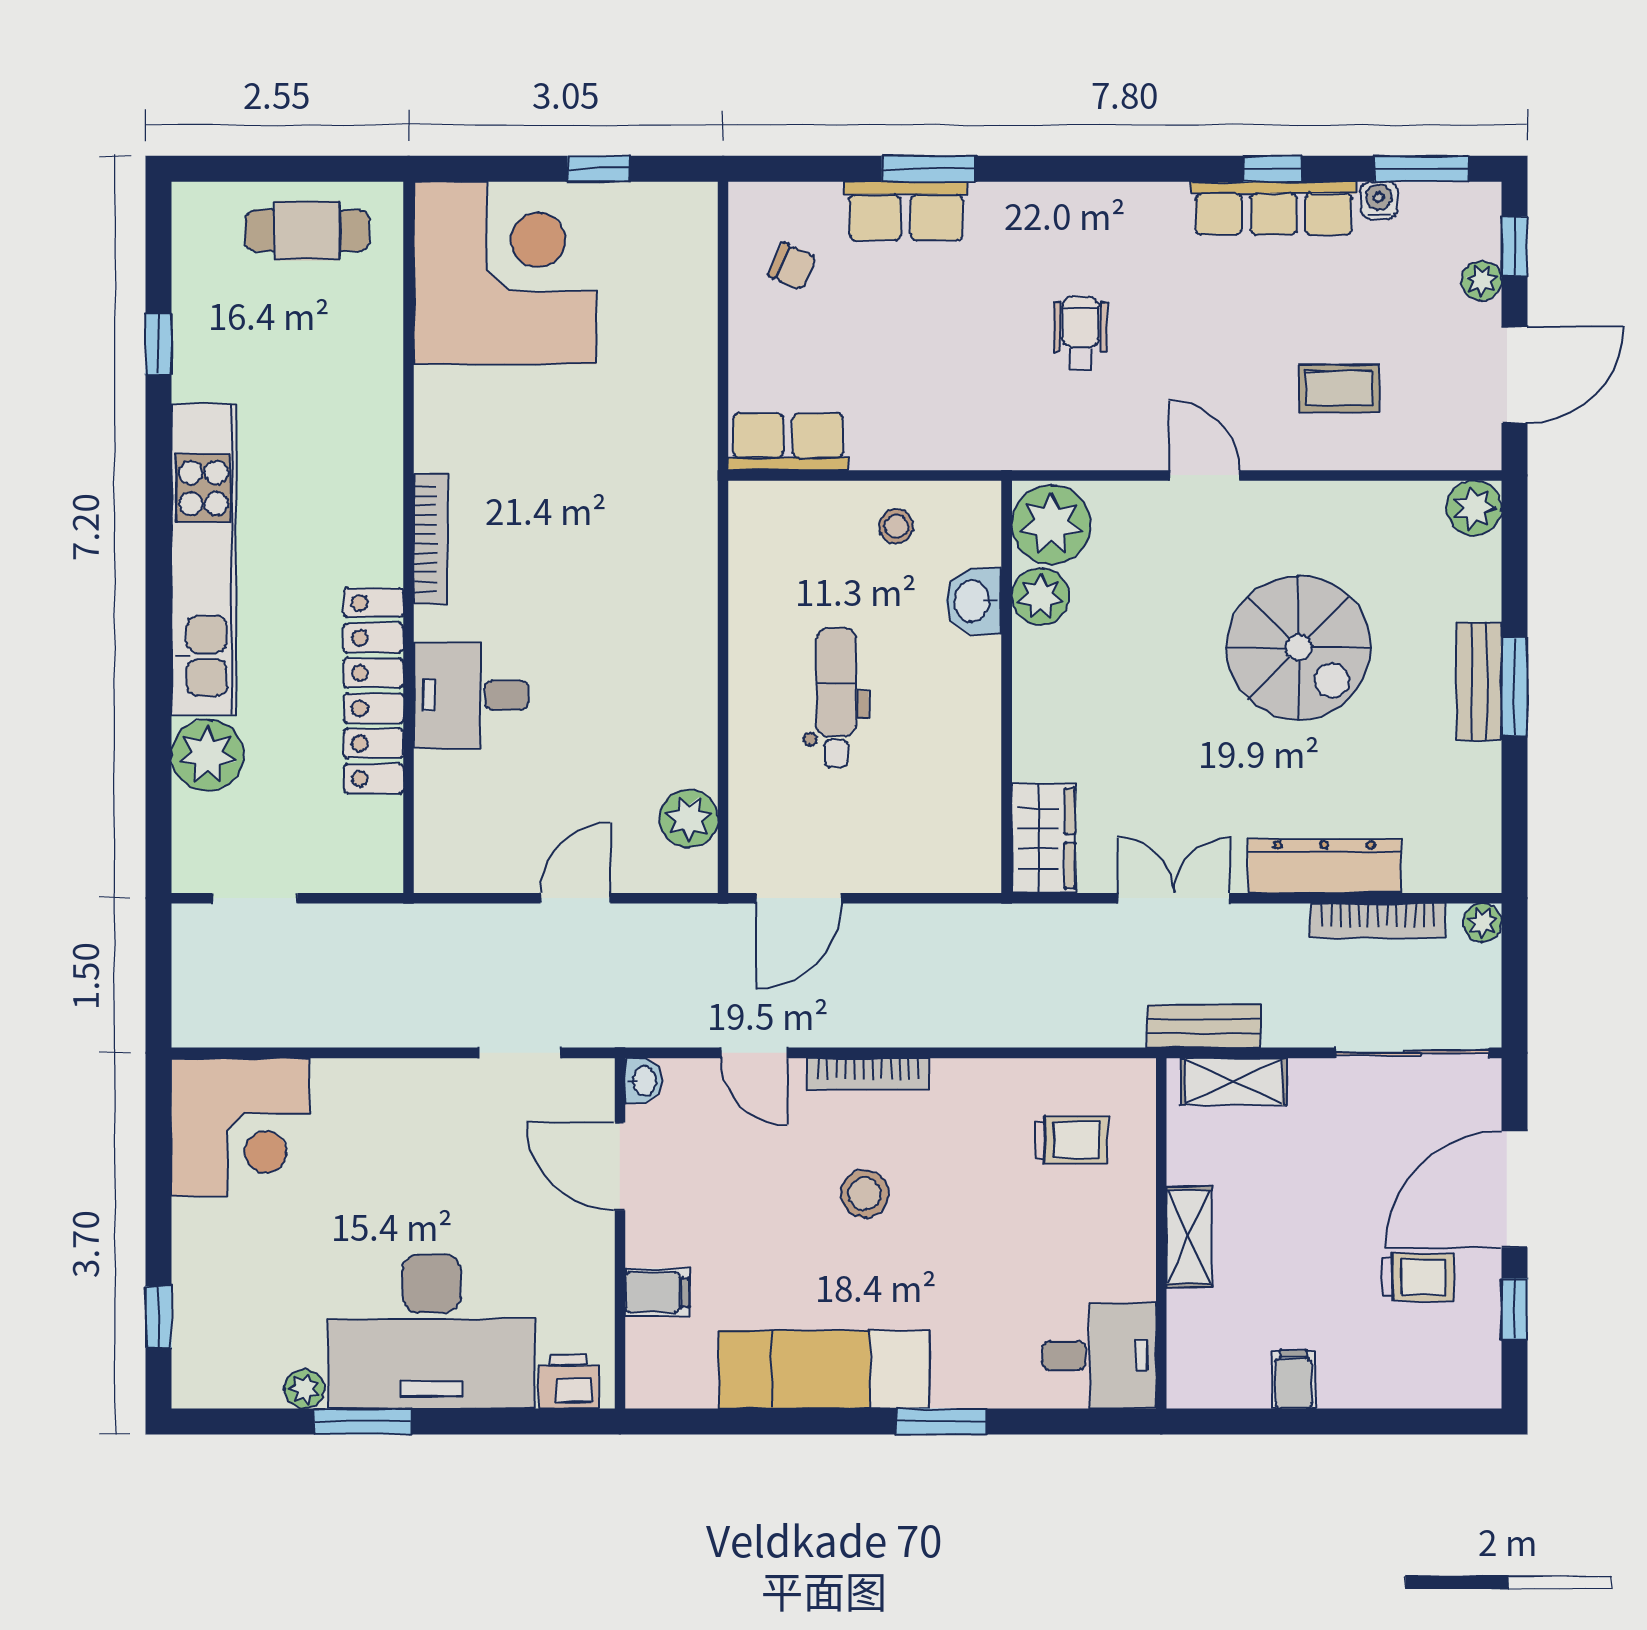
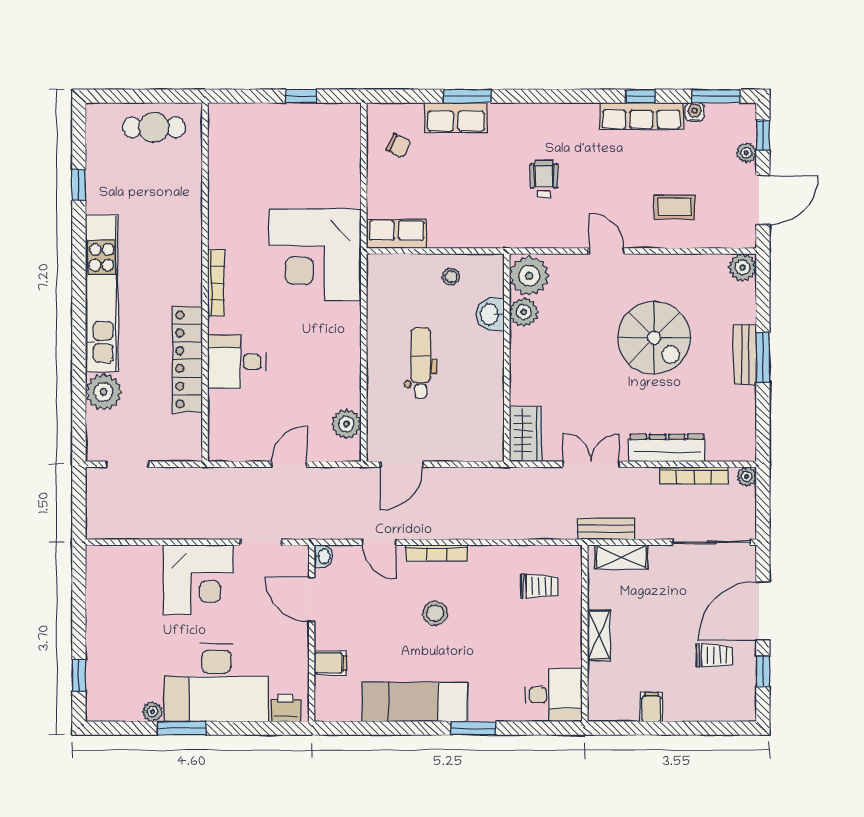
corner desk: (505, 273) -> (315, 255), moved, turned 180
corner desk: (241, 1127) -> (198, 580), moved

